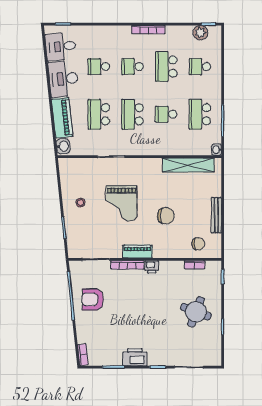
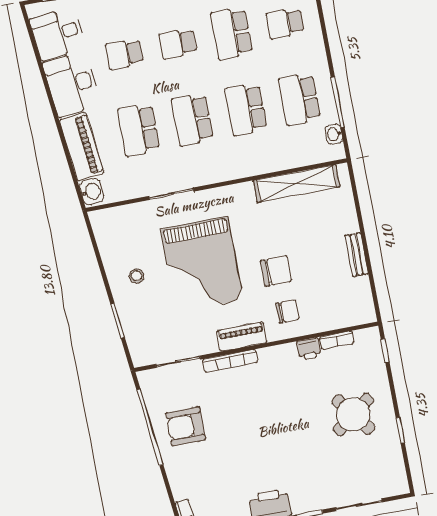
school desk: (166, 114) -> (246, 109), width x1.85
washbasin: (217, 150) -> (334, 134), moved
grand piano: (121, 203) -> (202, 265), width x1.37, depth x1.48
bench: (216, 215) -> (357, 255), width x0.73
chair: (198, 244) -> (288, 311), moved
printer: (152, 267) -> (309, 349), moved
round table: (196, 312) -> (353, 415), turned 32

